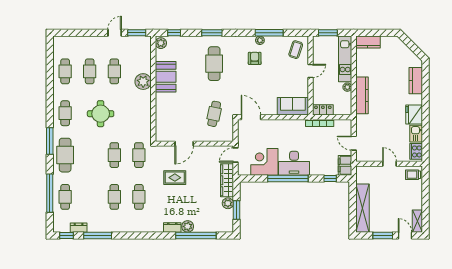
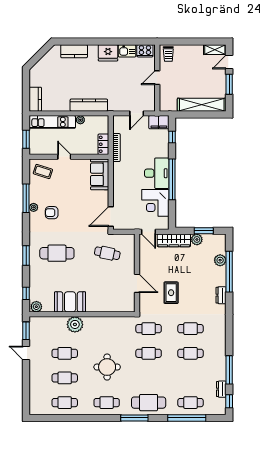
plant: (188, 226) -> (220, 260), moved

